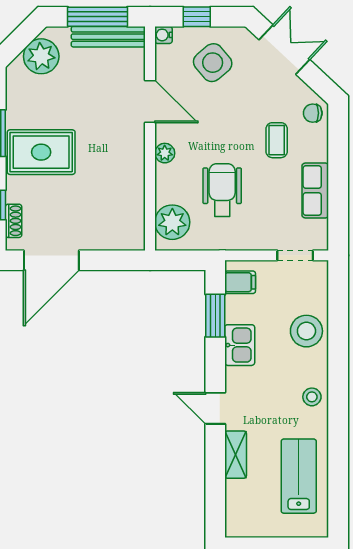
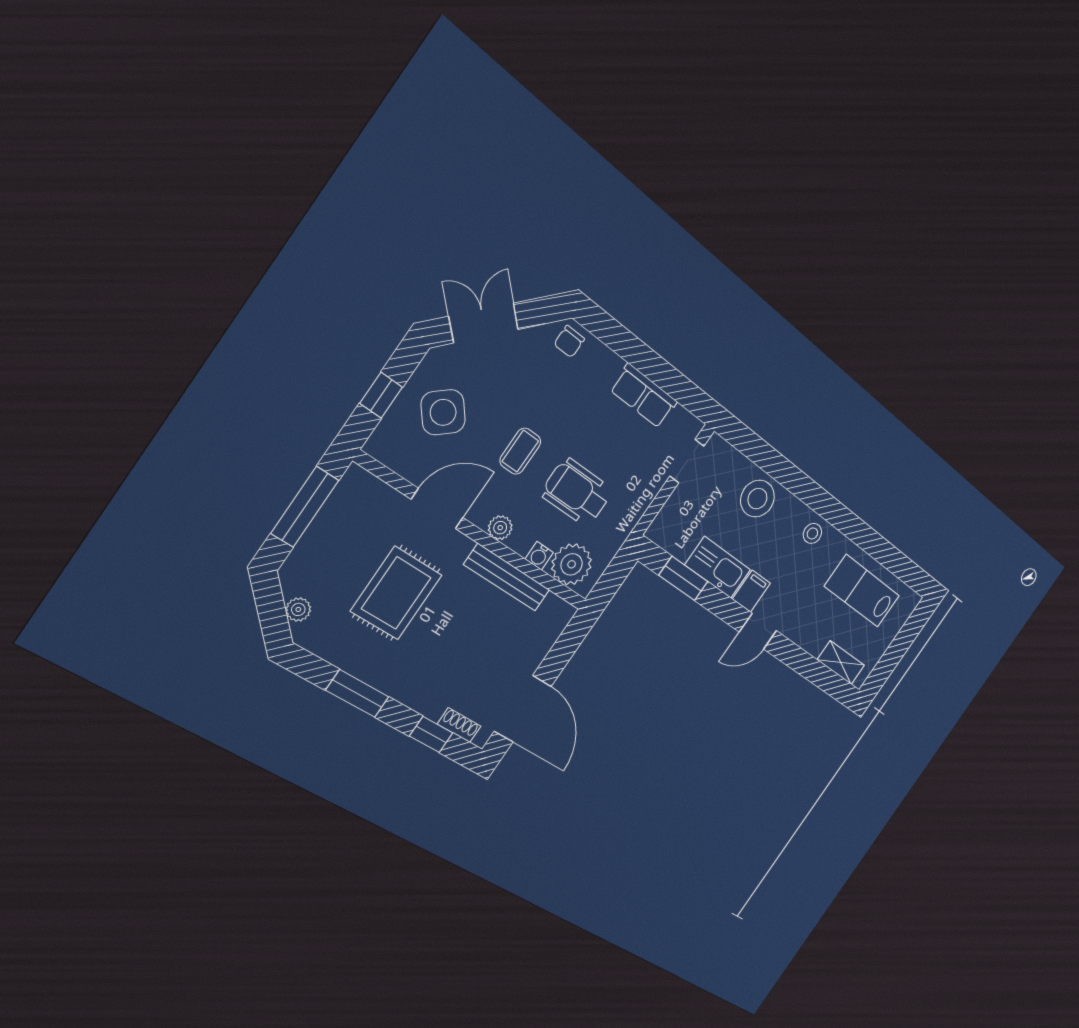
water cooler: (164, 35) -> (539, 556), moved
bench: (108, 37) -> (507, 577), moved, turned 90
plant: (41, 56) -> (298, 609), width x0.53, depth x0.53
coffee table: (277, 140) -> (520, 451), moved, turned 90
rug: (41, 152) -> (396, 593), moved
filing cabinet: (240, 282) -> (751, 591), moved
kitchen sink: (240, 345) -> (718, 567), width x1.38
shelving: (236, 455) -> (841, 662), moved

